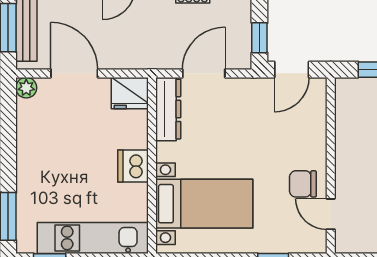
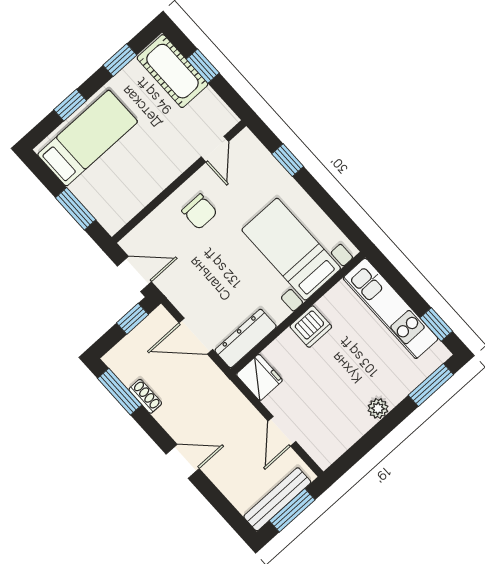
door: (74, 73) -> (282, 431), width x0.73
plant: (26, 88) -> (378, 408), moved
chair: (303, 184) -> (199, 212), moved

